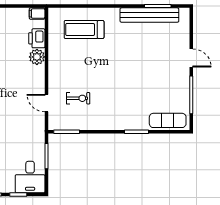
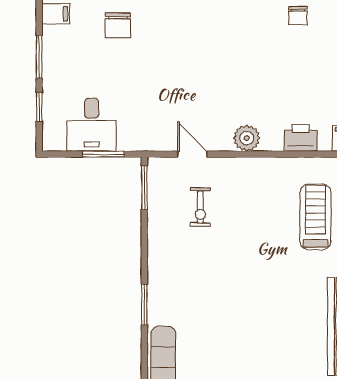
plant: (37, 57) -> (247, 138), moved
door: (46, 103) -> (192, 154), hinge flipped
desk: (30, 177) -> (92, 125), moved, turned -90

